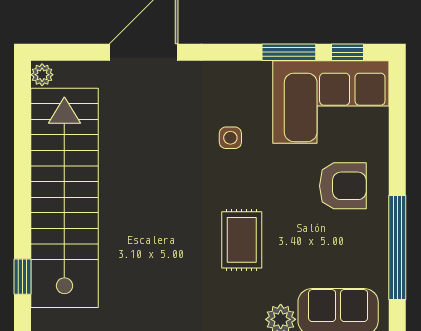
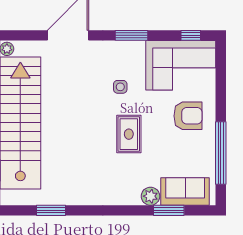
window: (289, 52) -> (132, 35), moved
rug: (242, 240) -> (129, 134), moved

